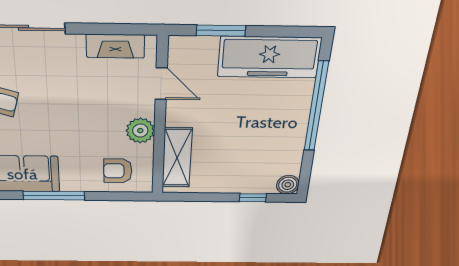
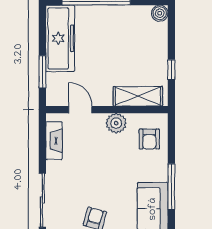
door: (161, 84) -> (80, 110), hinge flipped
window: (253, 198) -> (171, 70), moved

